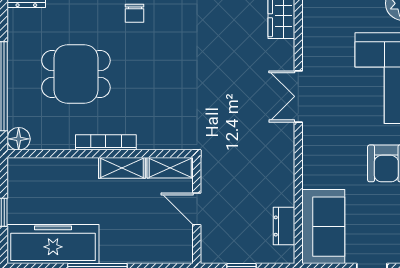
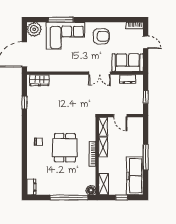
dining table: (76, 74) -> (65, 148), moved
double door: (298, 96) -> (100, 73), moved
shelving: (33, 169) -> (104, 184), added
door: (197, 209) -> (120, 116), hinge flipped

